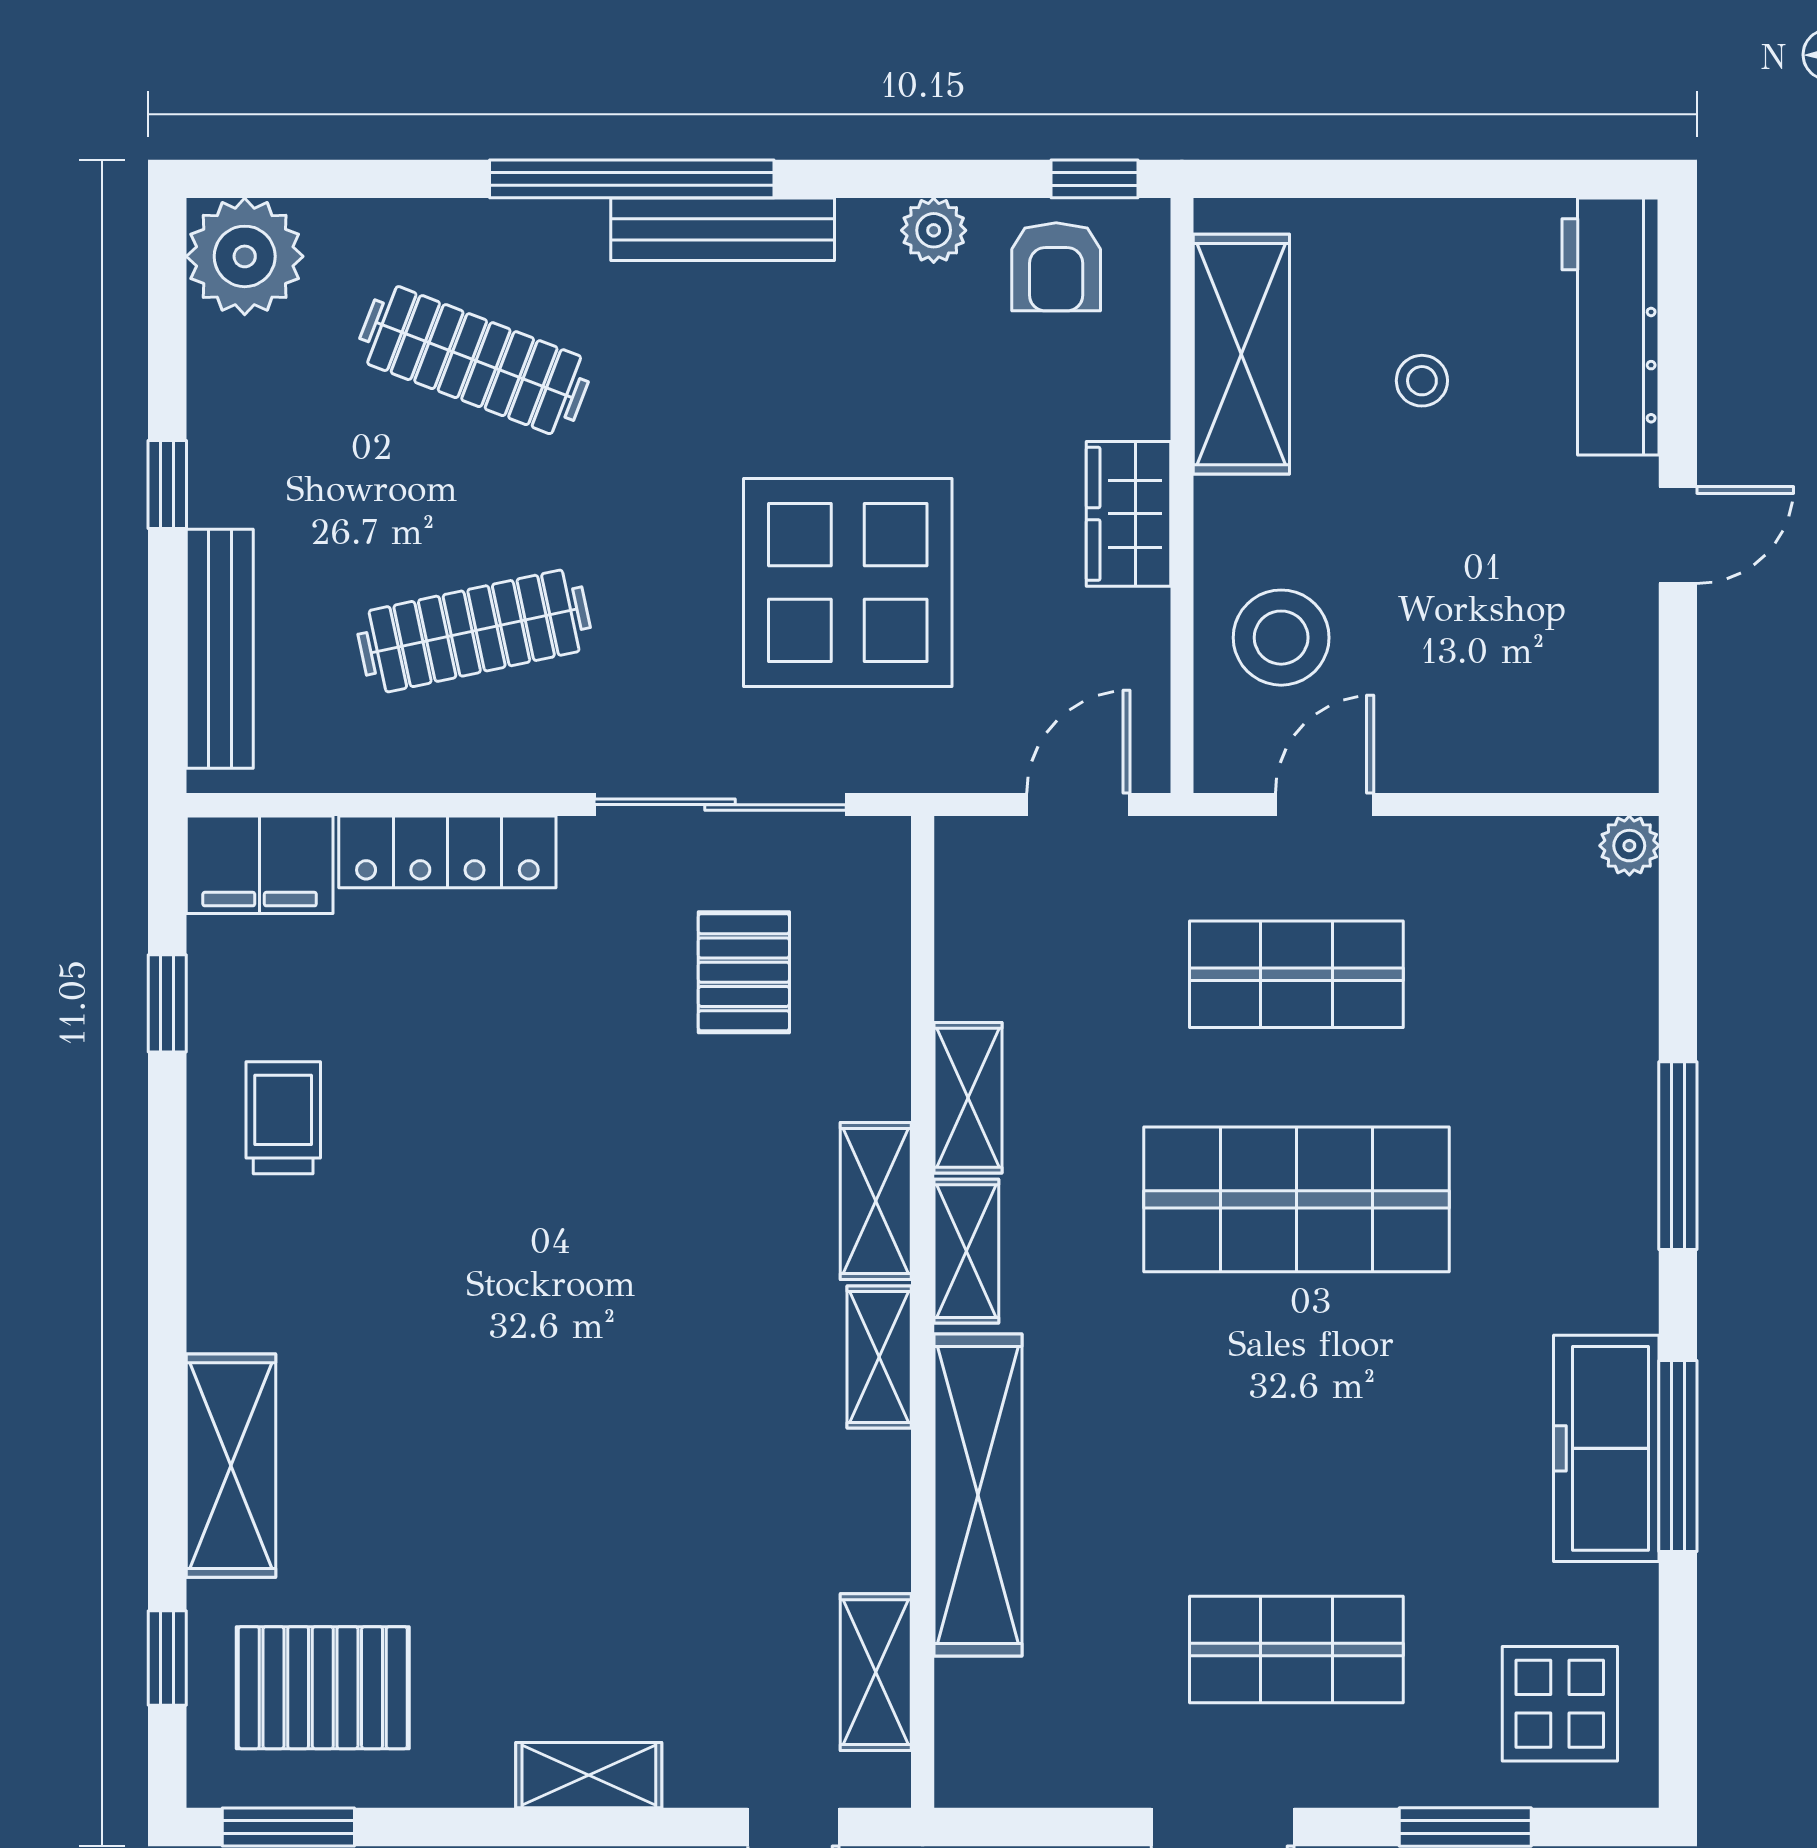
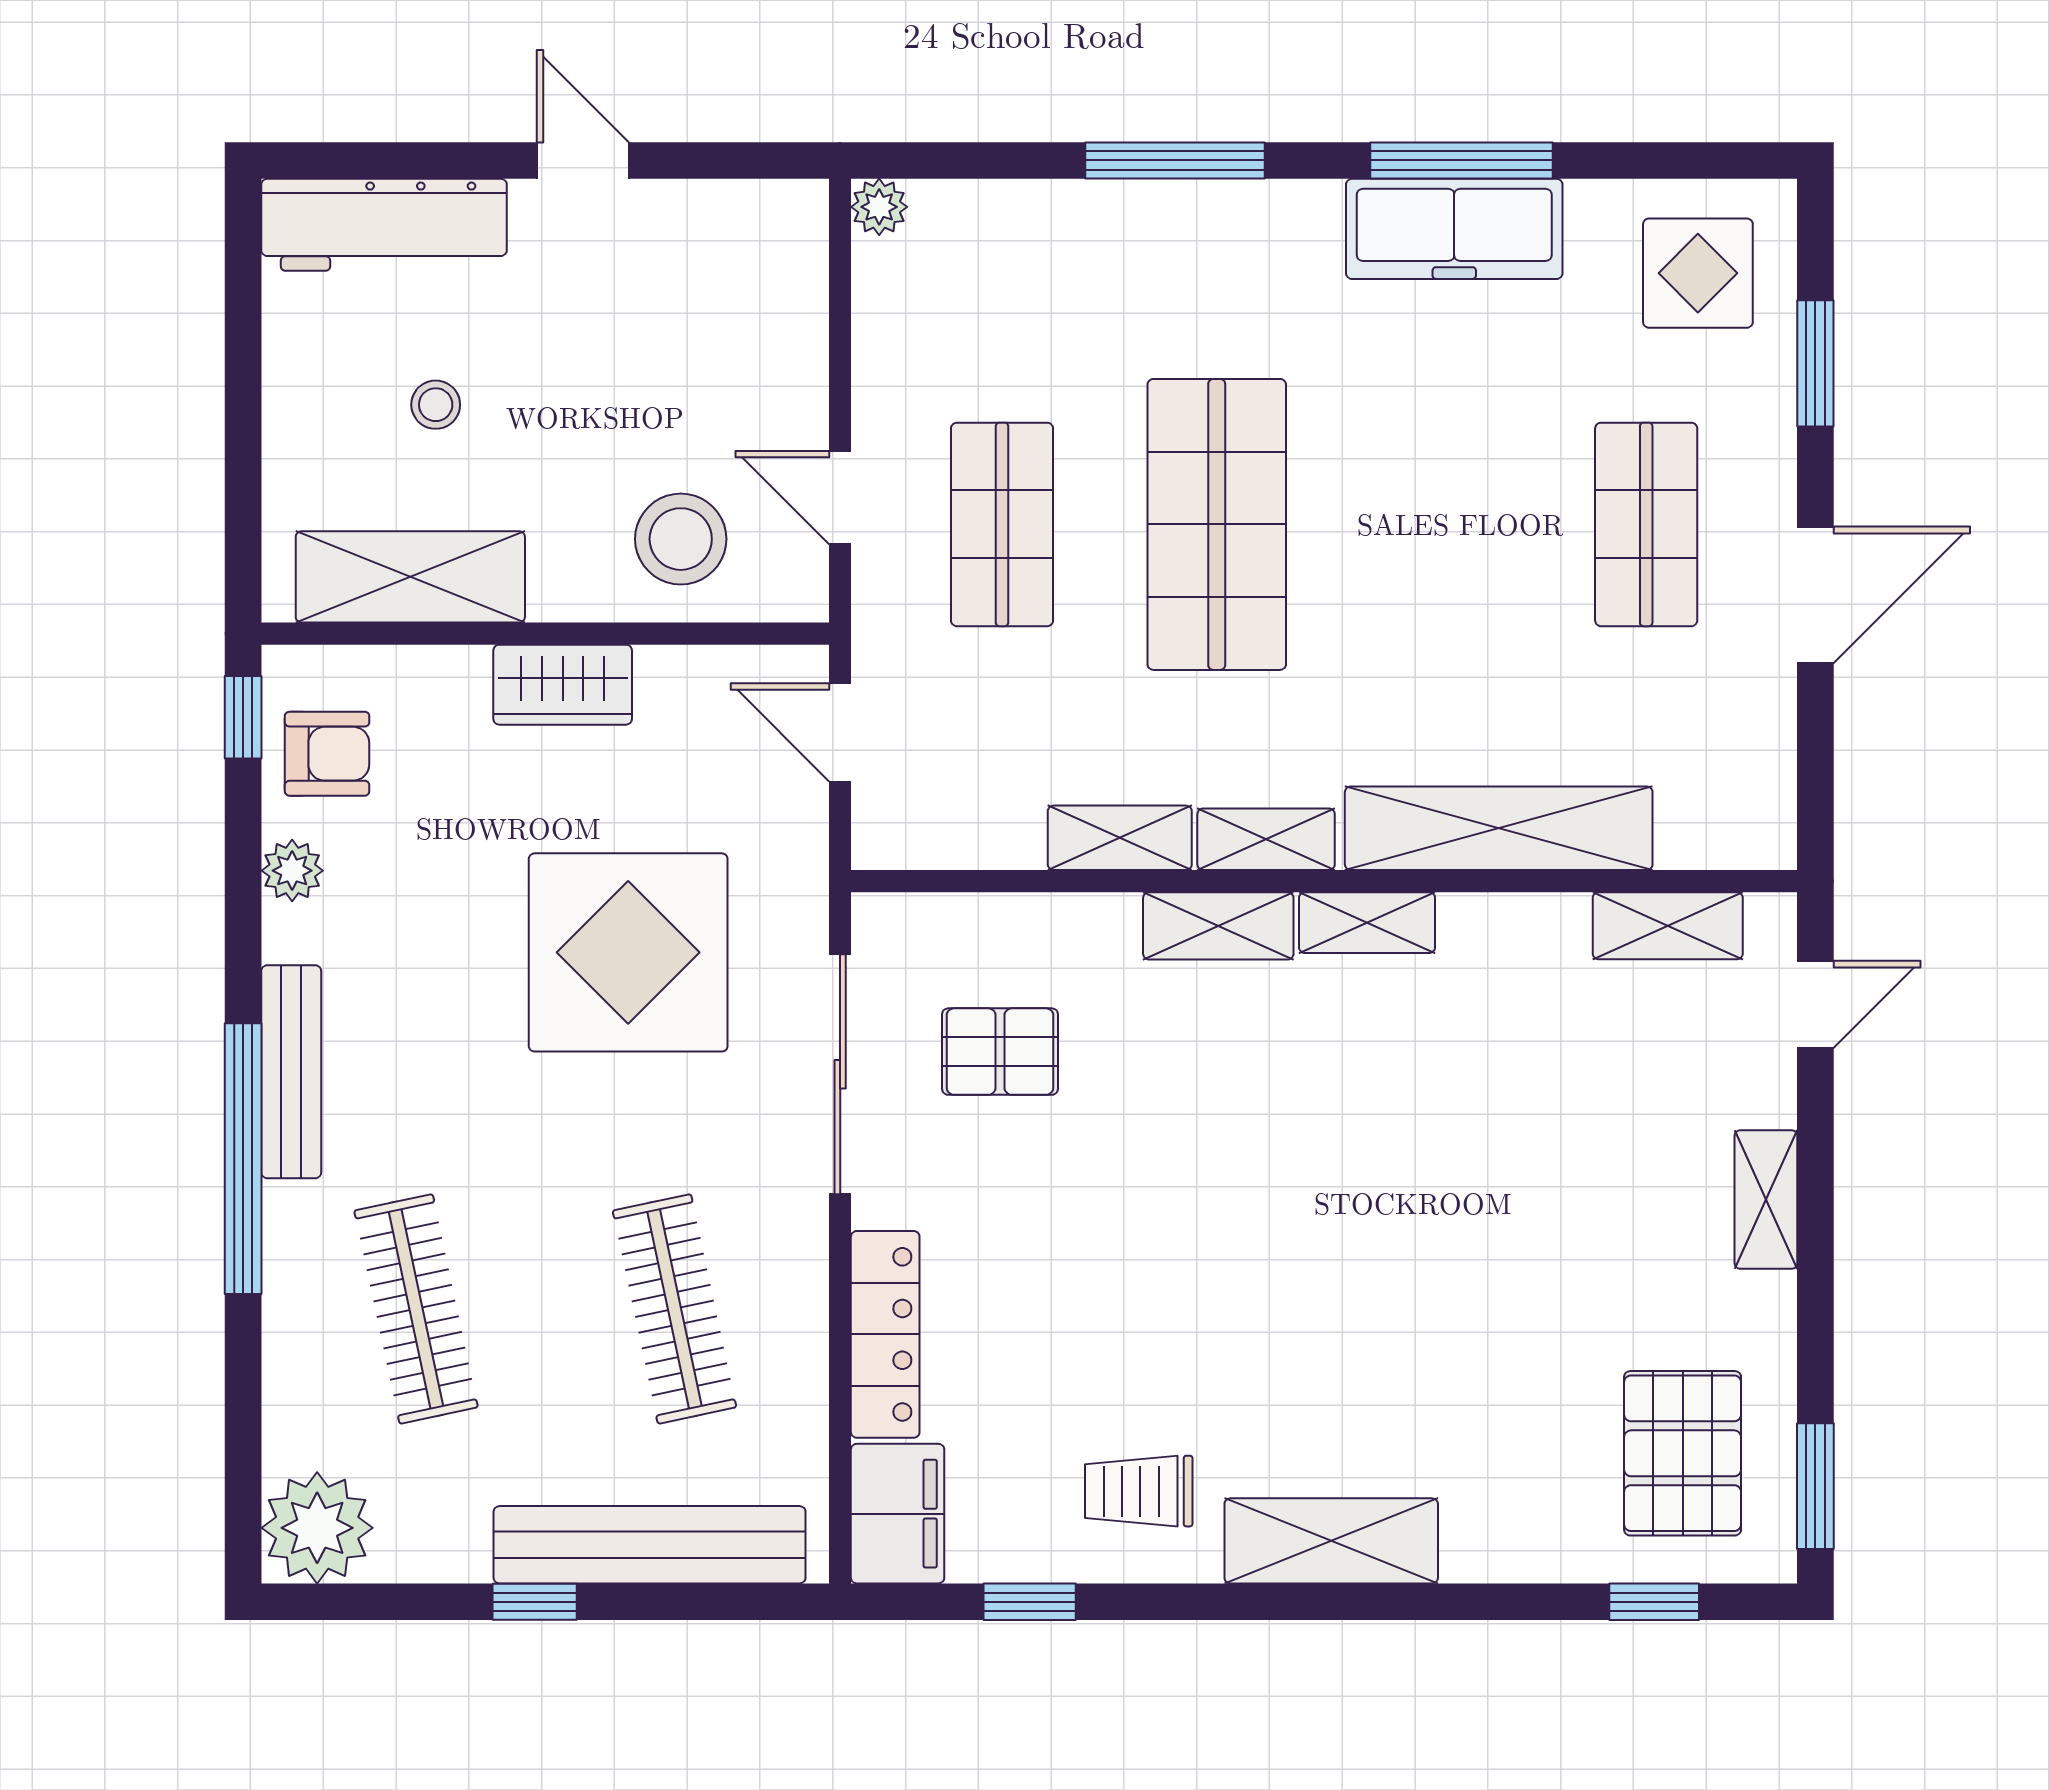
clothes rail: (474, 360) -> (416, 1309), turned -33
bench: (220, 649) -> (650, 1545), width x1.37, depth x1.21
shelving: (231, 1466) -> (1331, 1541), moved

